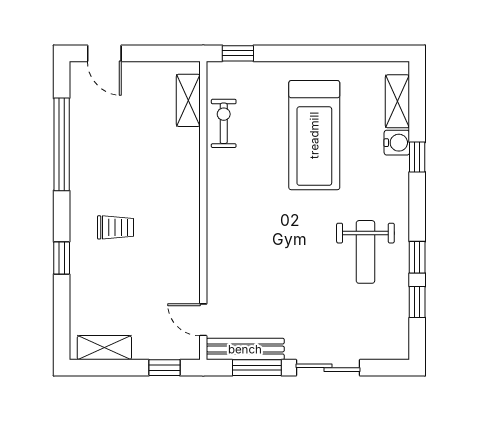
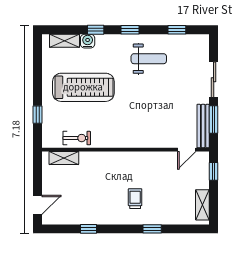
window: (238, 53) -> (38, 115), moved
exercise bike: (224, 123) -> (77, 138), turned 180
window: (62, 144) -> (89, 229), width x0.32
window: (417, 257) -> (130, 30), moved

